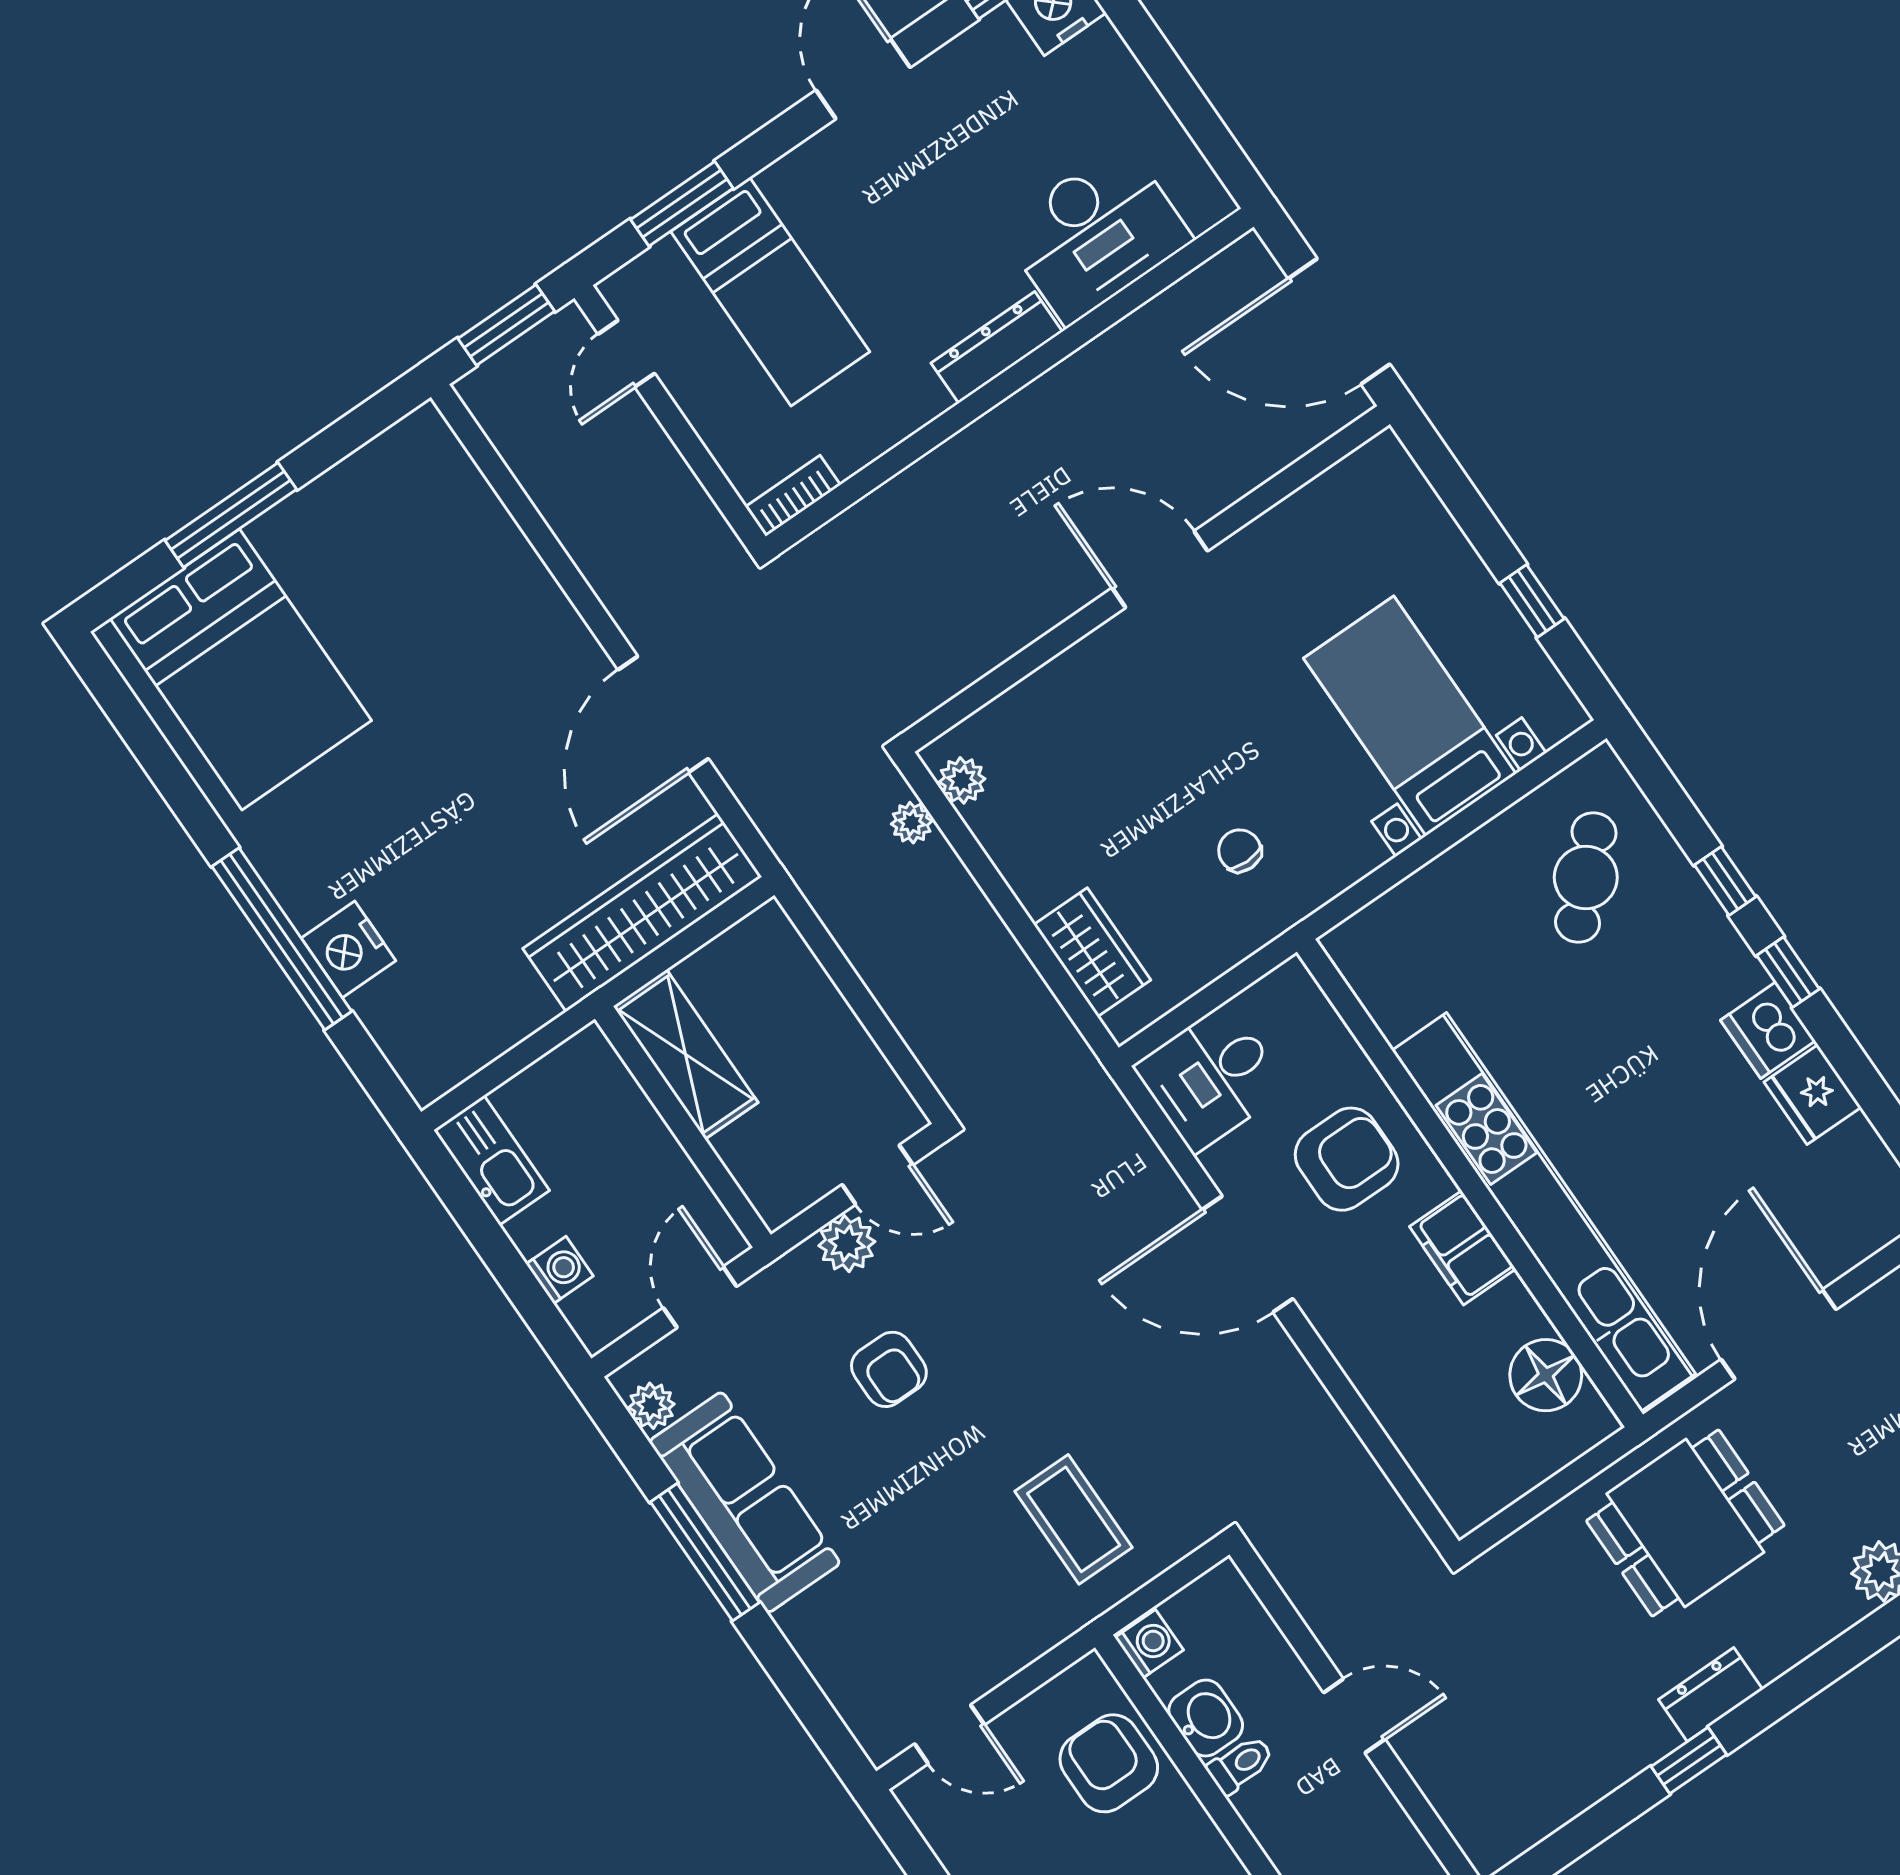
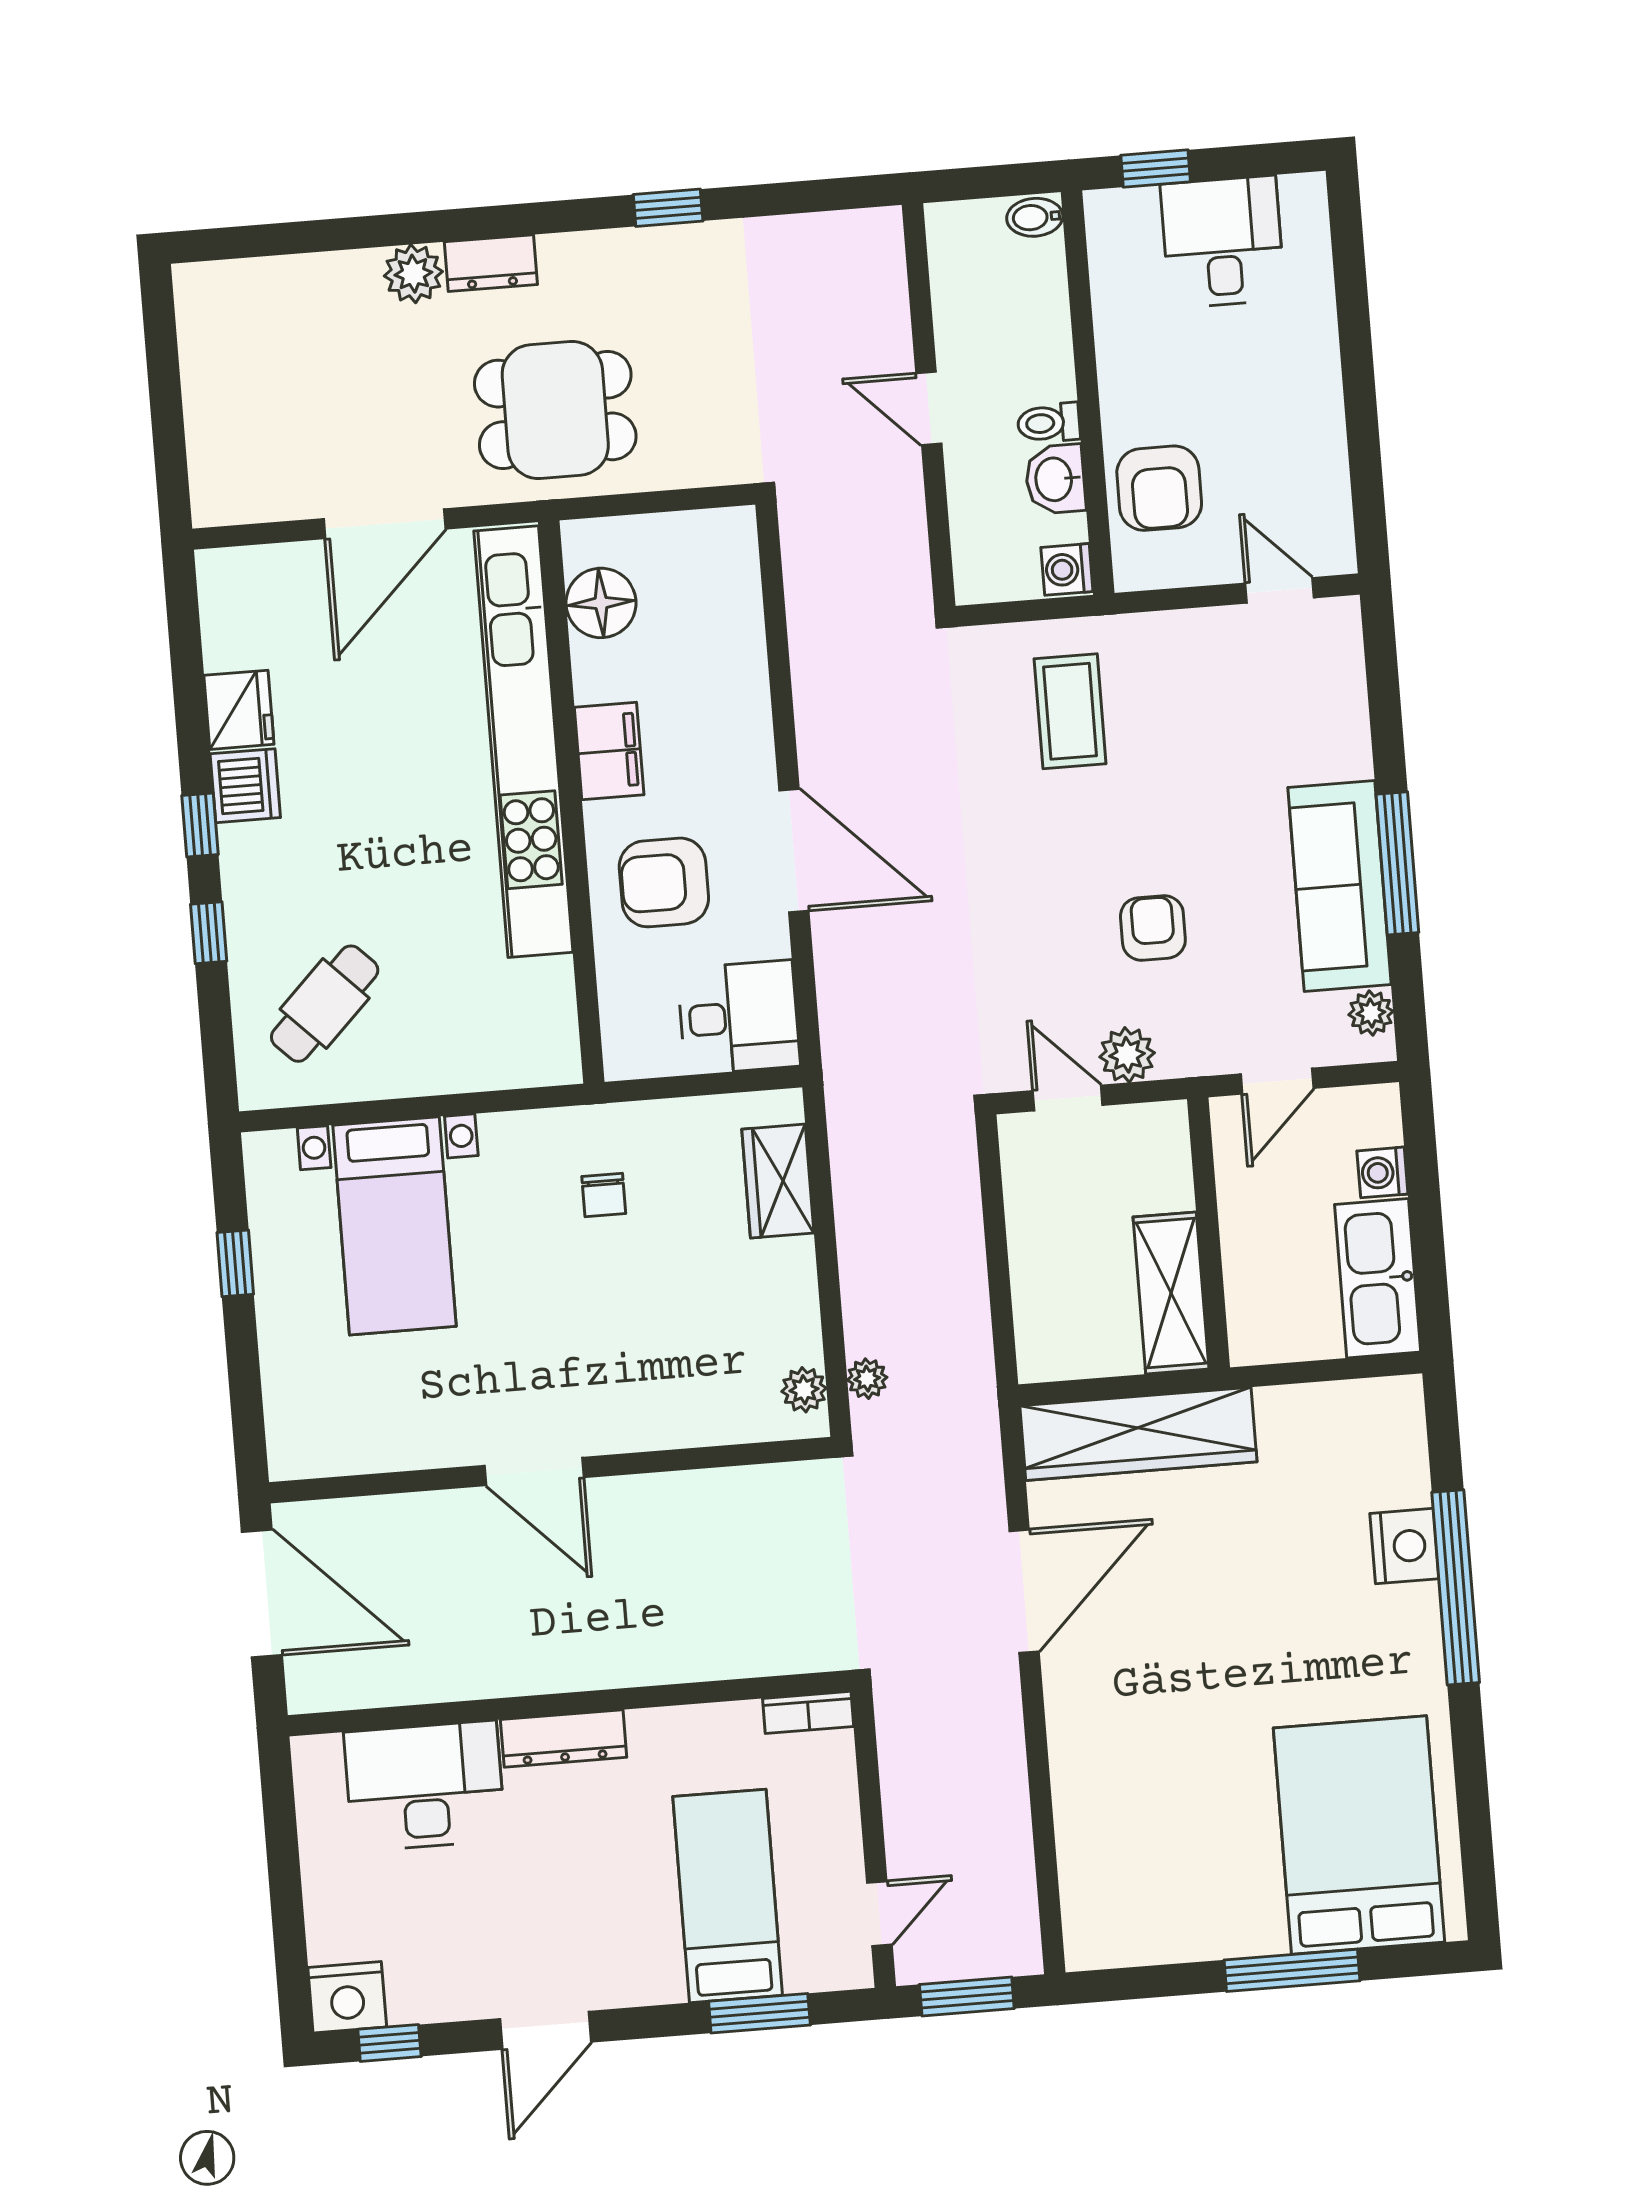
kitchen sink: (492, 1160) -> (1378, 1278), width x1.36, depth x1.24
dresser: (1711, 1694) -> (491, 263), moved

